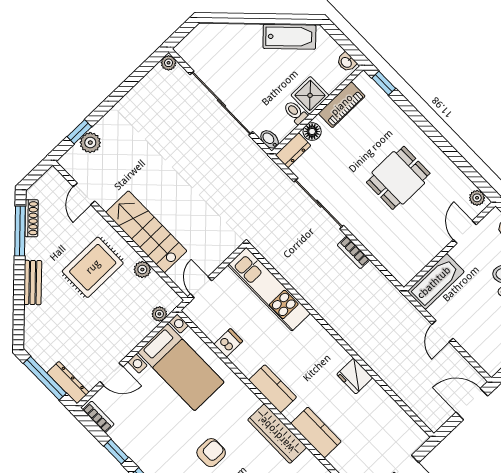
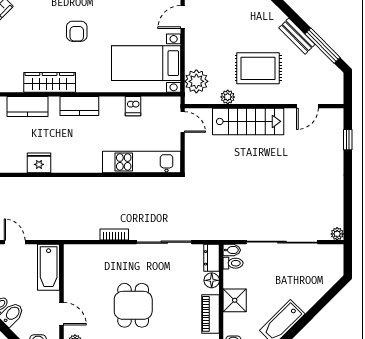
toilet: (295, 112) -> (233, 263), moved
plant: (90, 143) -> (335, 140), removed
door: (84, 194) -> (307, 106), swing flipped
shoe rack: (32, 218) -> (323, 60), removed
rug: (93, 267) -> (258, 68), turned 90
bench: (33, 283) -> (297, 36), moved
plant: (159, 314) -> (196, 81), width x1.88, depth x1.88

